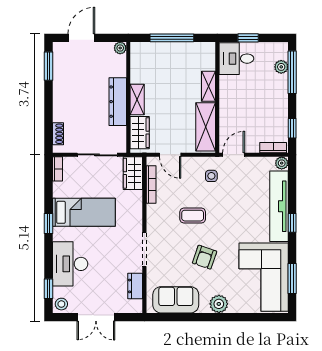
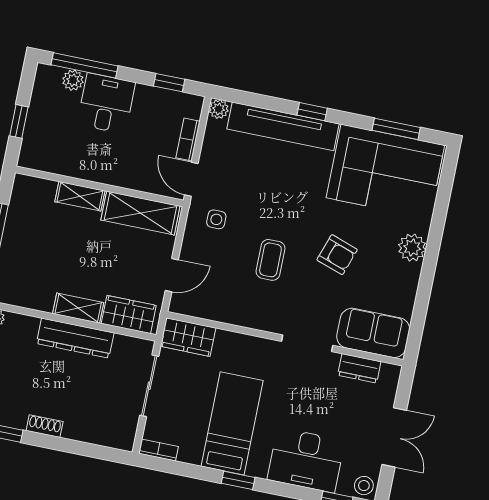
desk: (236, 59) -> (106, 103), moved, turned 180
shoe rack: (58, 134) -> (45, 426), moved
bookcase: (273, 148) -> (188, 139), moved
bookcase: (151, 184) -> (211, 313), removed
sofa: (176, 300) -> (373, 333), moved, turned 90

